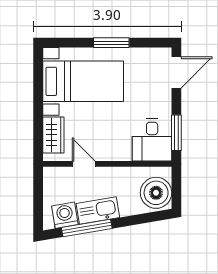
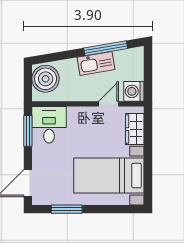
window: (111, 43) -> (67, 209), moved
door: (84, 164) -> (108, 104), swing flipped
washing machine: (65, 215) -> (134, 91), moved, turned 100

